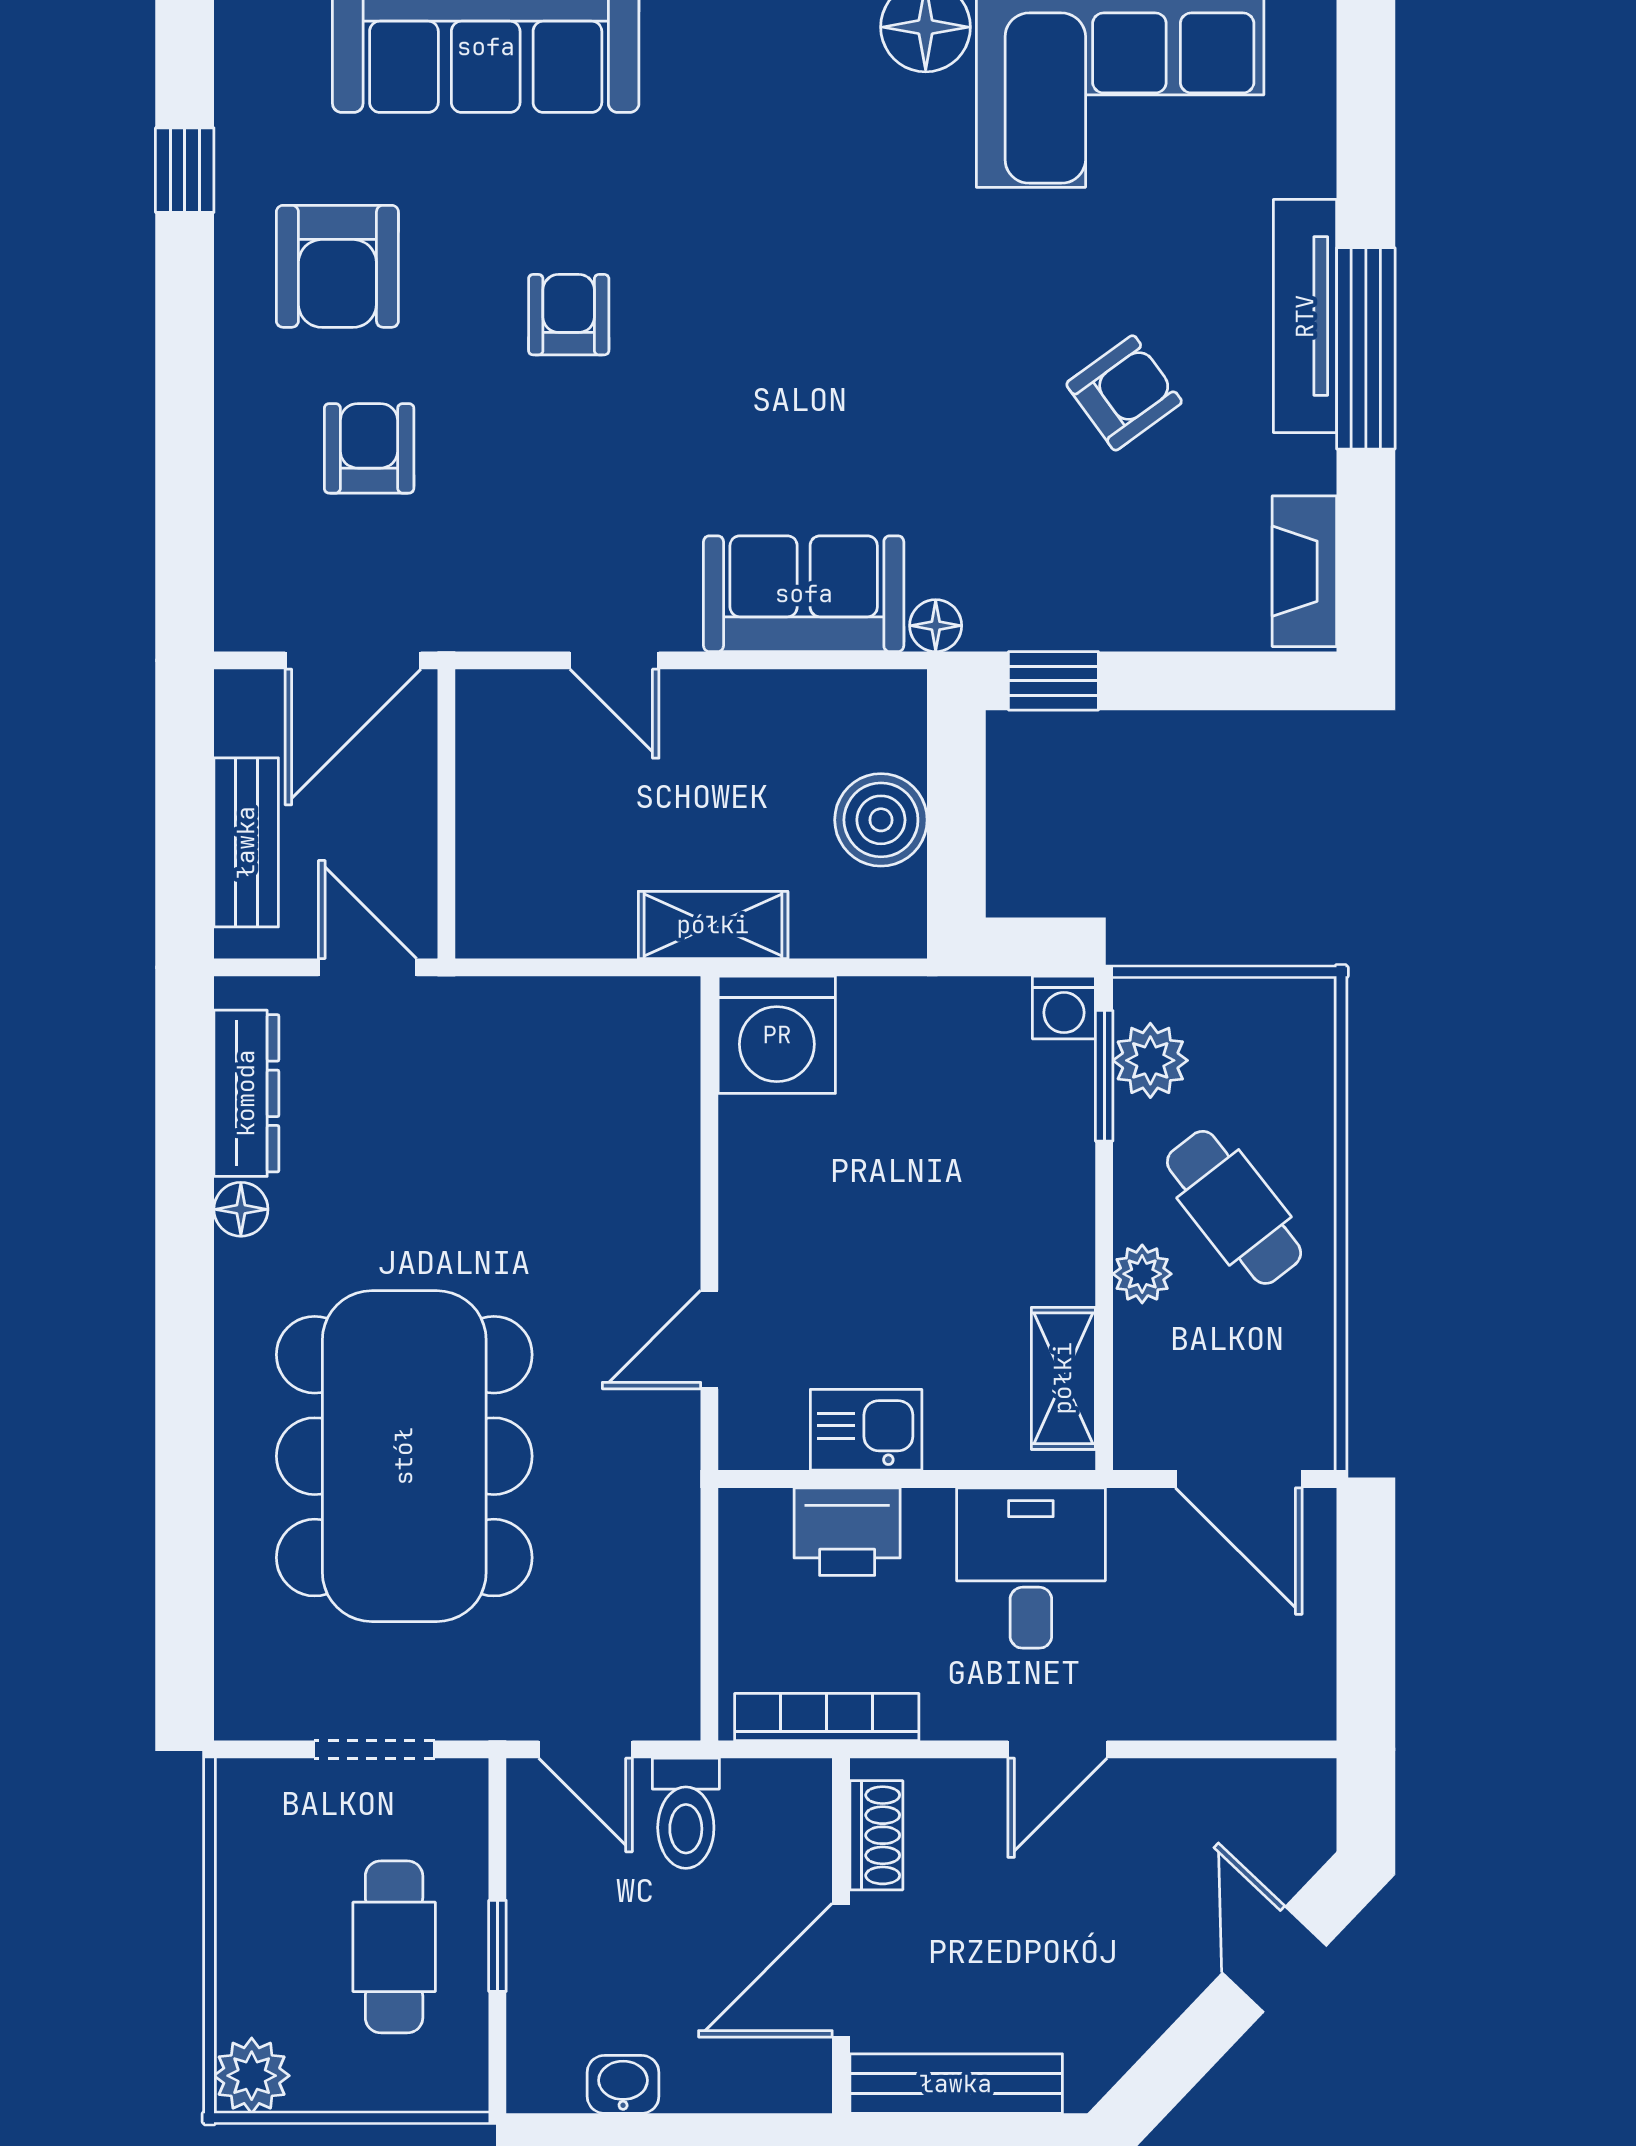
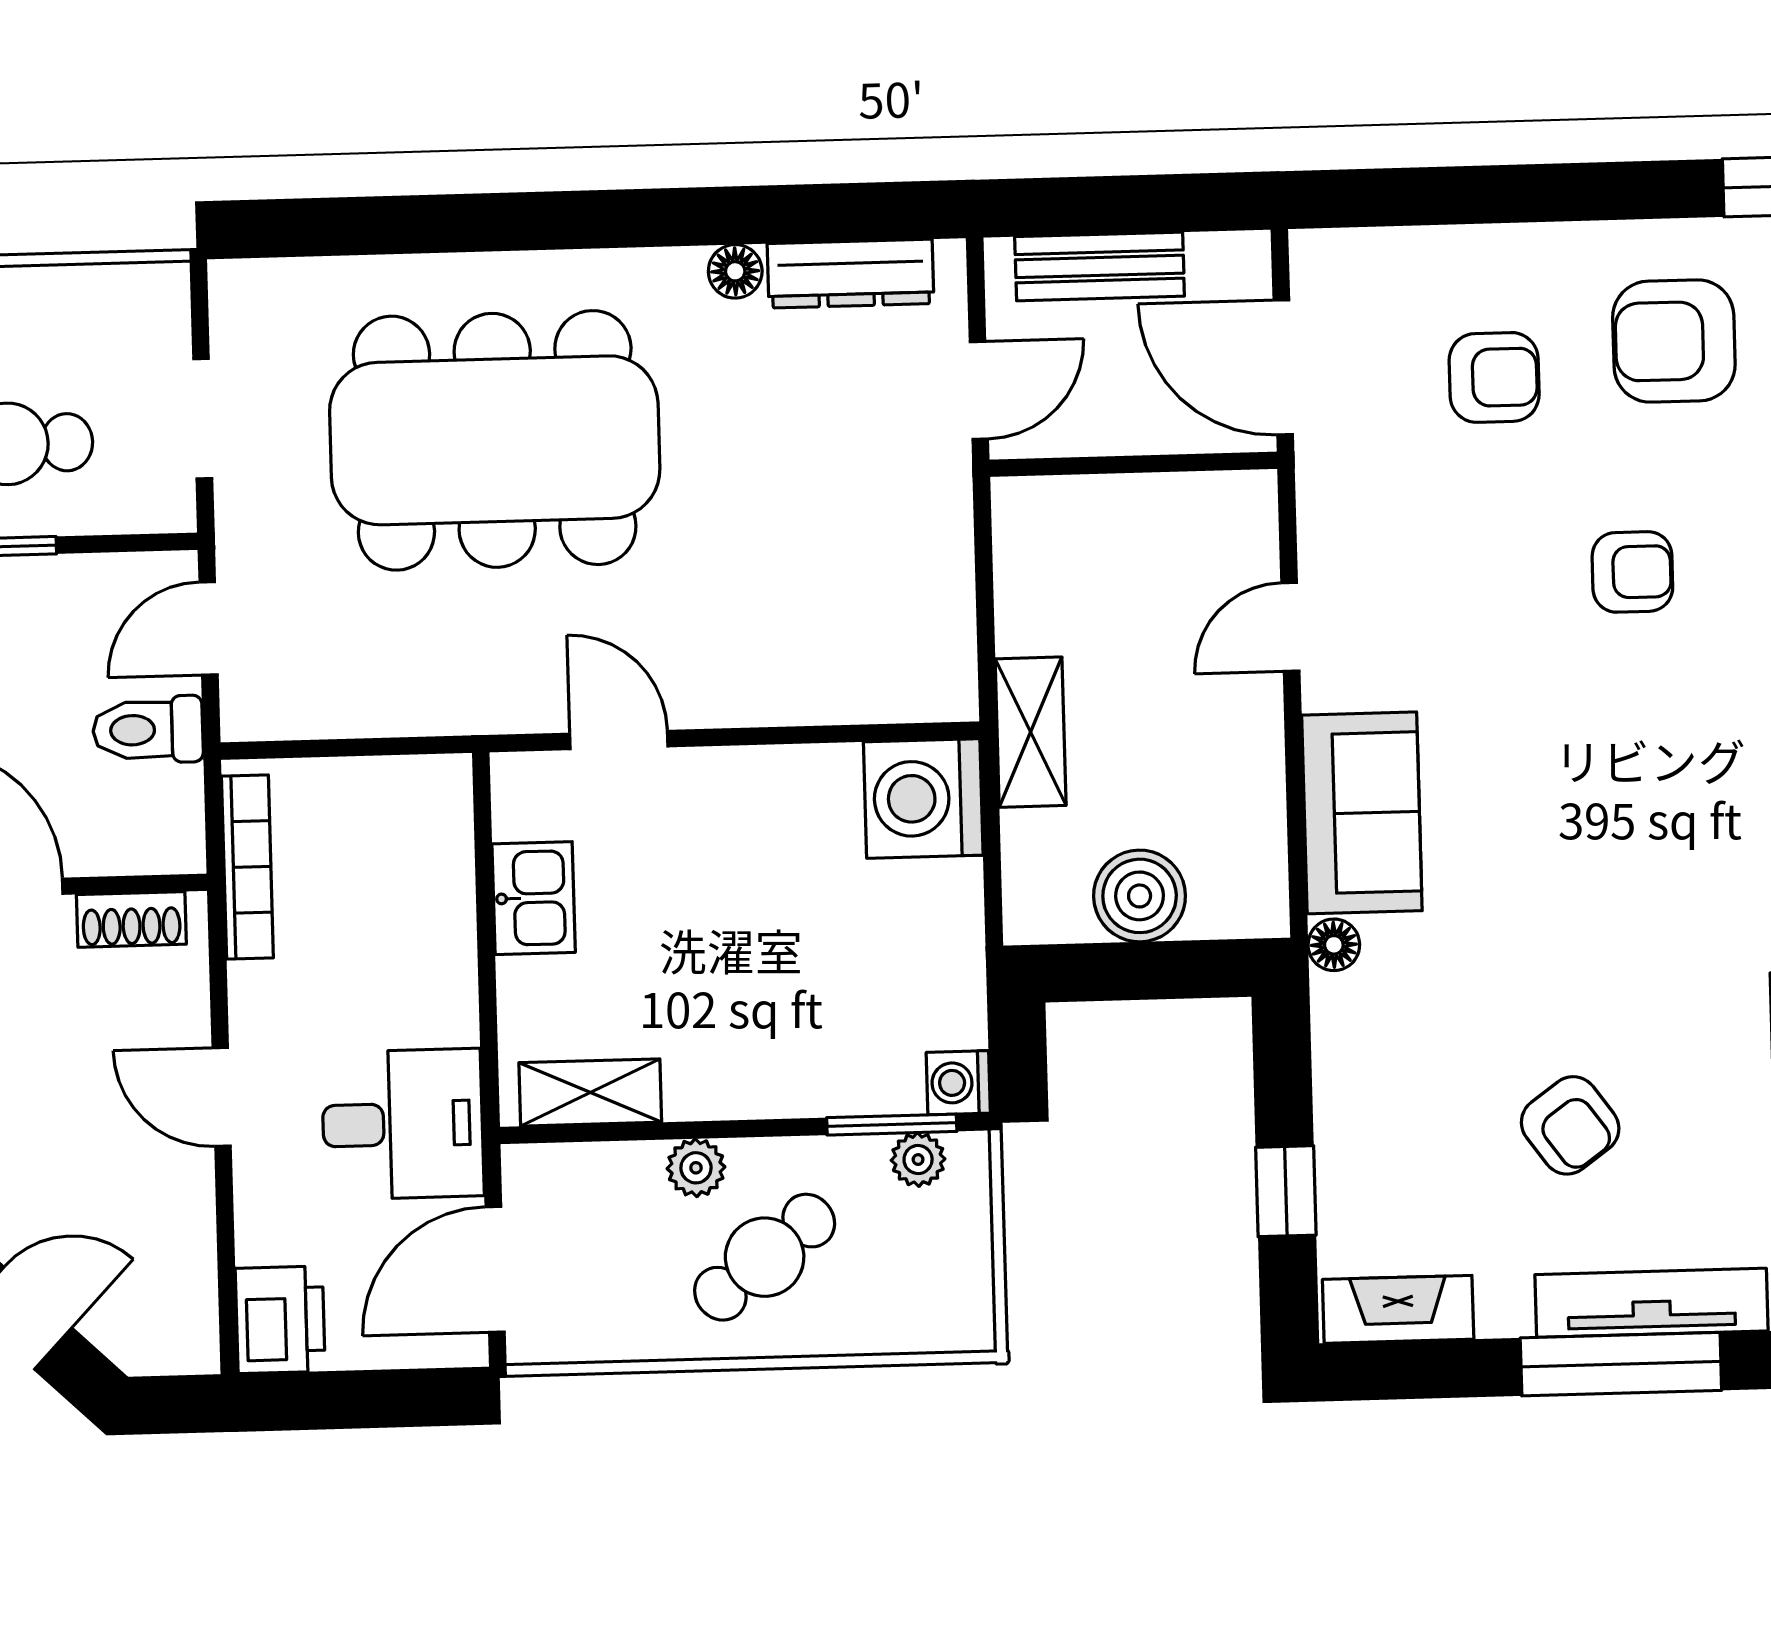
window: (1053, 681) -> (1286, 1191), moved
plant: (1150, 1060) -> (918, 1160), width x0.73, depth x0.73
printer: (847, 1532) -> (280, 1320), moved, turned 180
desk: (1031, 1568) -> (403, 1124), moved

